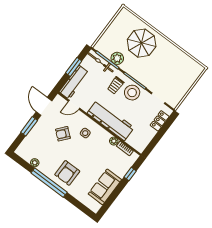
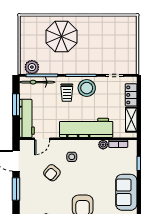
plant: (117, 58) -> (32, 67), moved
shelving: (147, 138) -> (131, 120), added

